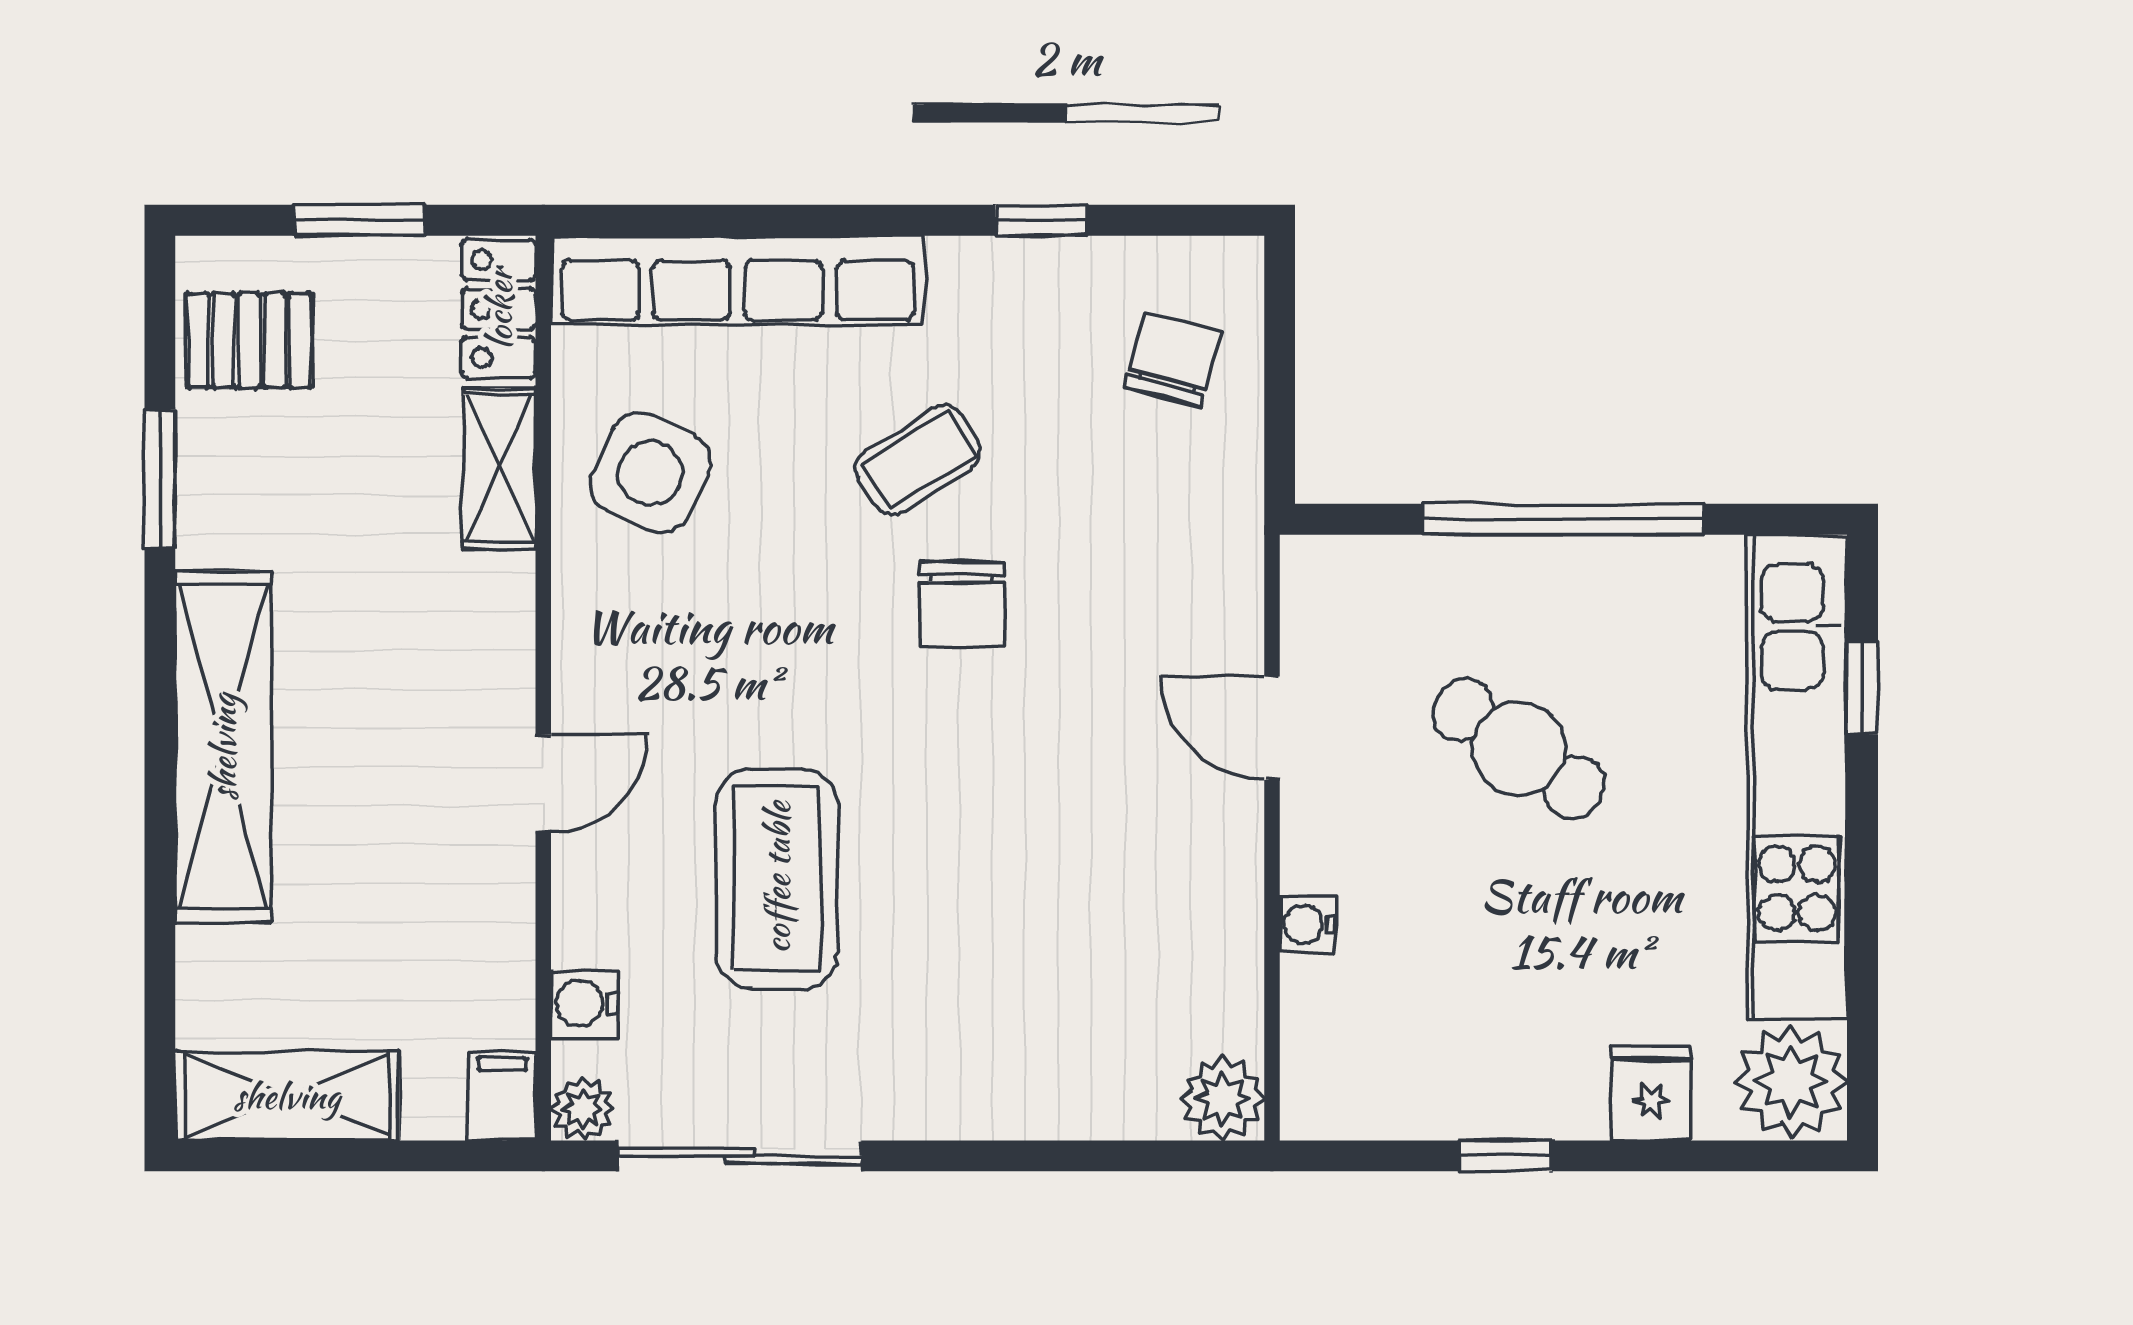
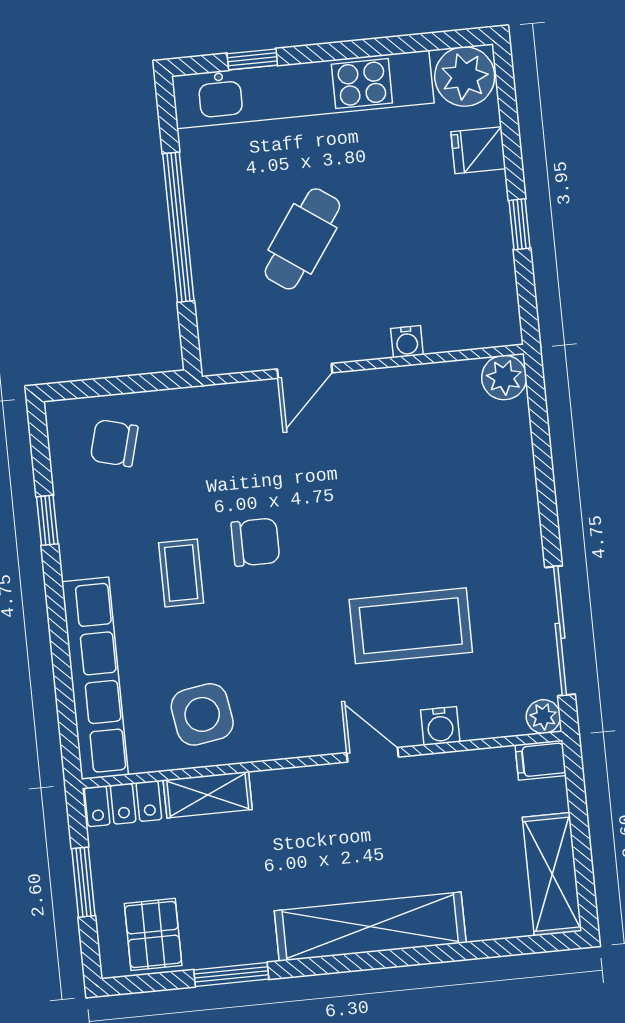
coffee table: (918, 460) -> (181, 573), turned 32
side table: (650, 473) -> (202, 714), turned -34
water cooler: (585, 1004) -> (440, 726), moved

